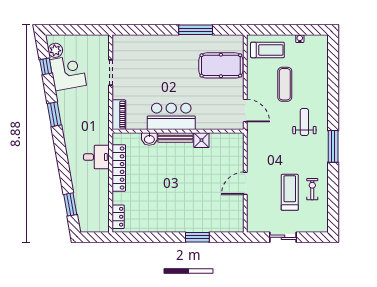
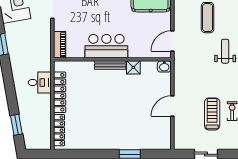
door: (245, 111) -> (172, 41), swing flipped
washbasin: (149, 139) -> (164, 66), moved
locker: (118, 217) -> (59, 130), width x1.53

